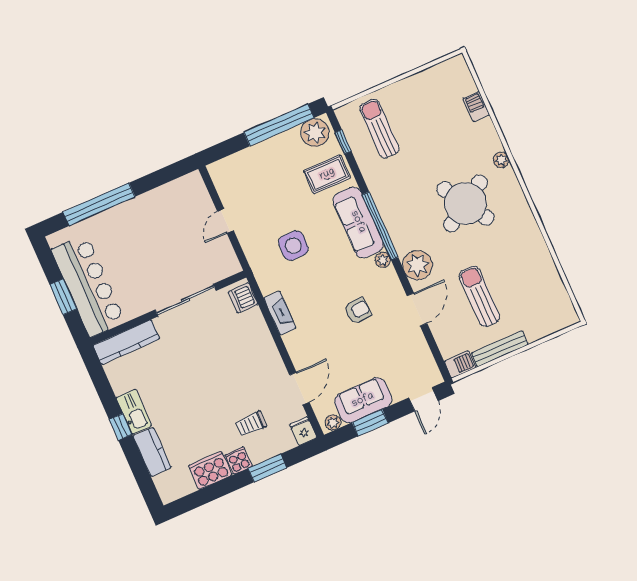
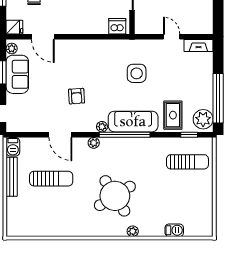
plant: (418, 265) -> (94, 143), width x0.53, depth x0.53
fireplace: (280, 313) -> (198, 45), moved

